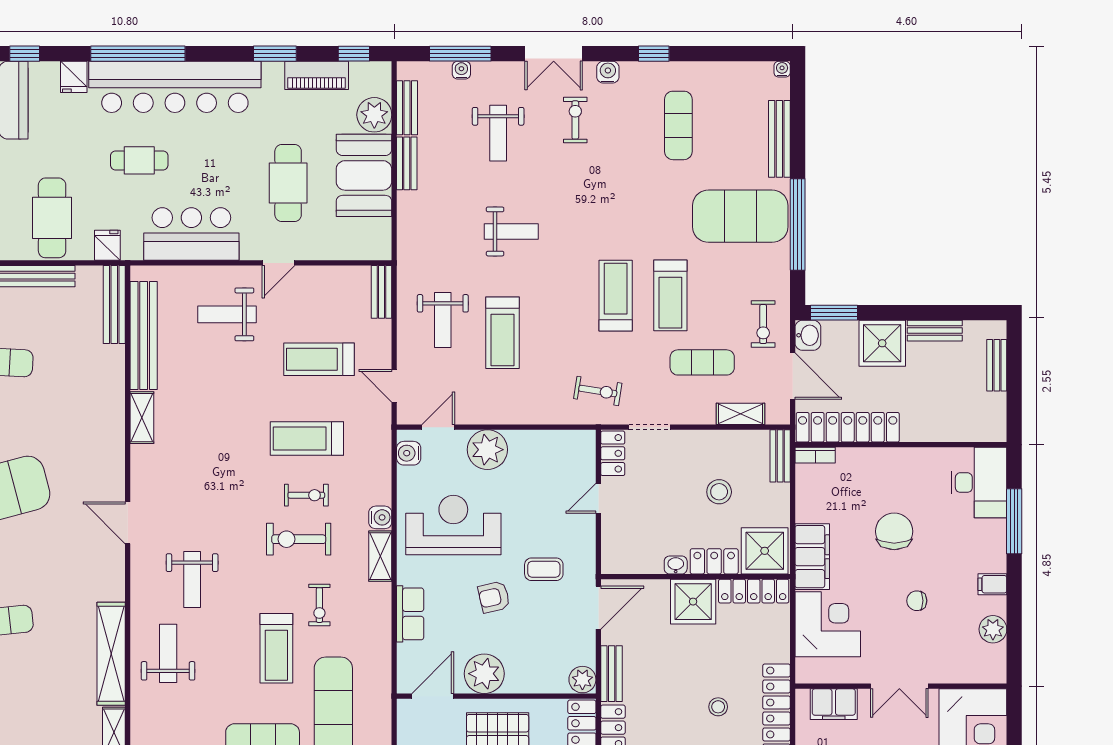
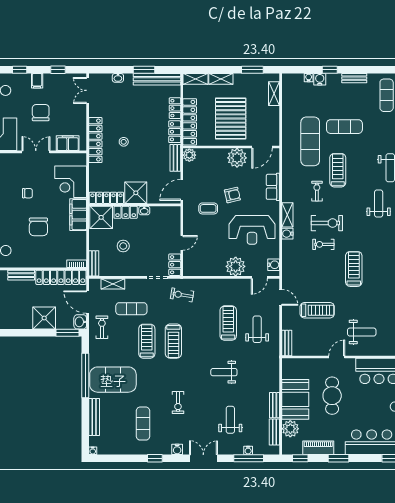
exercise bike: (575, 120) -> (178, 403), moved
bench: (935, 331) -> (21, 275), moved
treadmill: (307, 439) -> (354, 269), moved, turned -90

